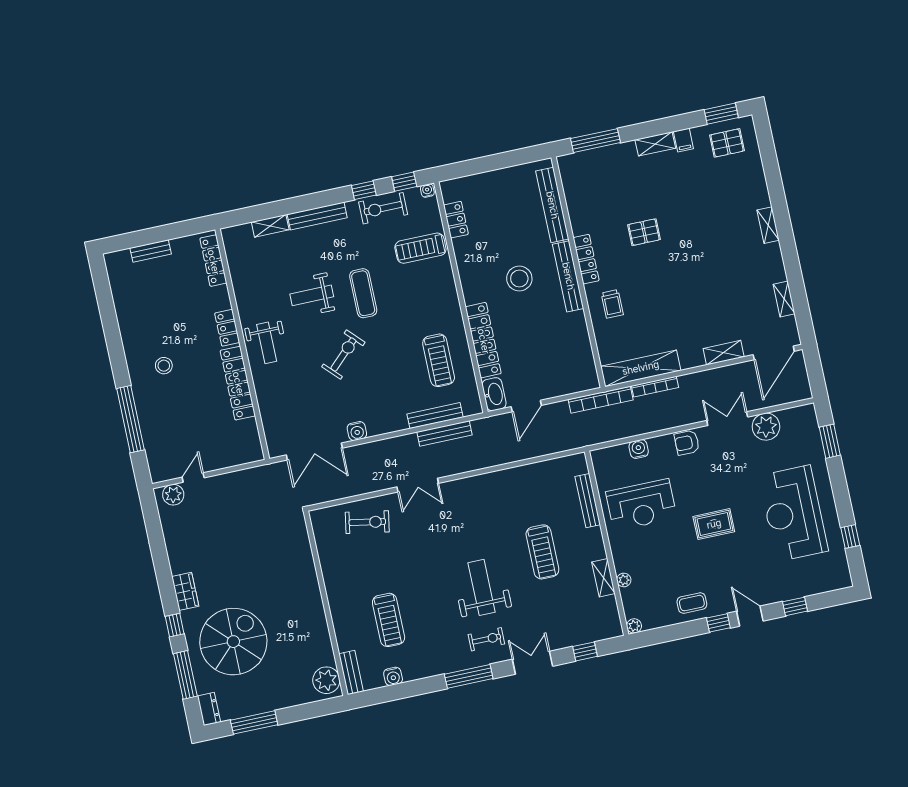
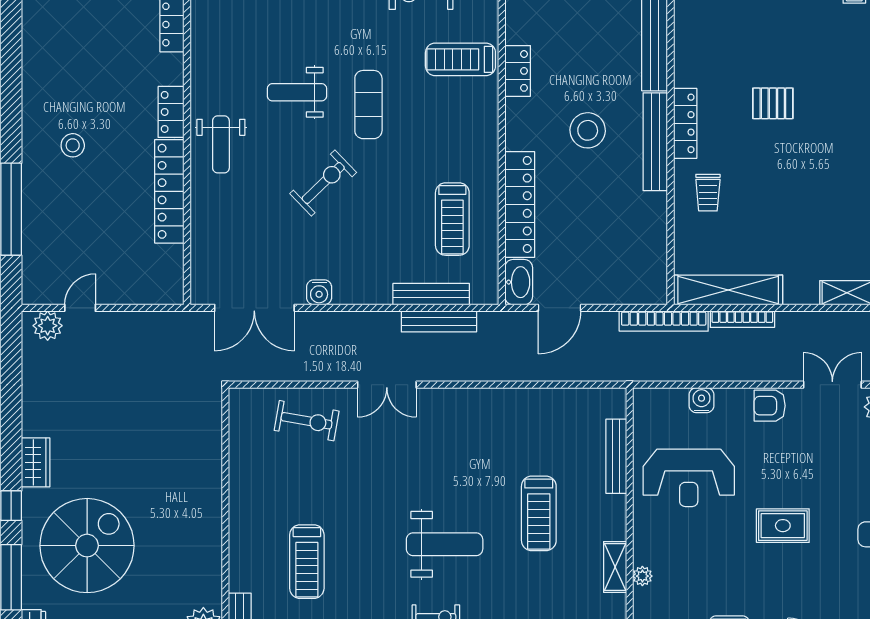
locker: (456, 220) -> (518, 71), moved
weight bench: (482, 587) -> (445, 544), turned 90

